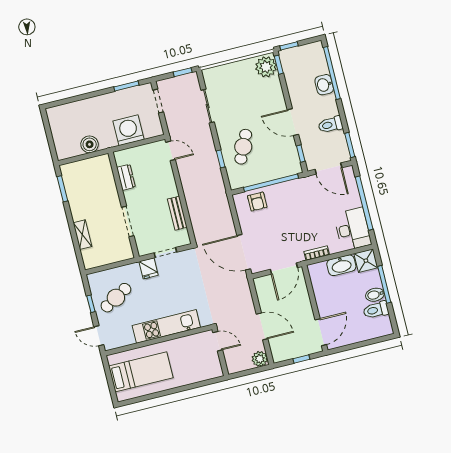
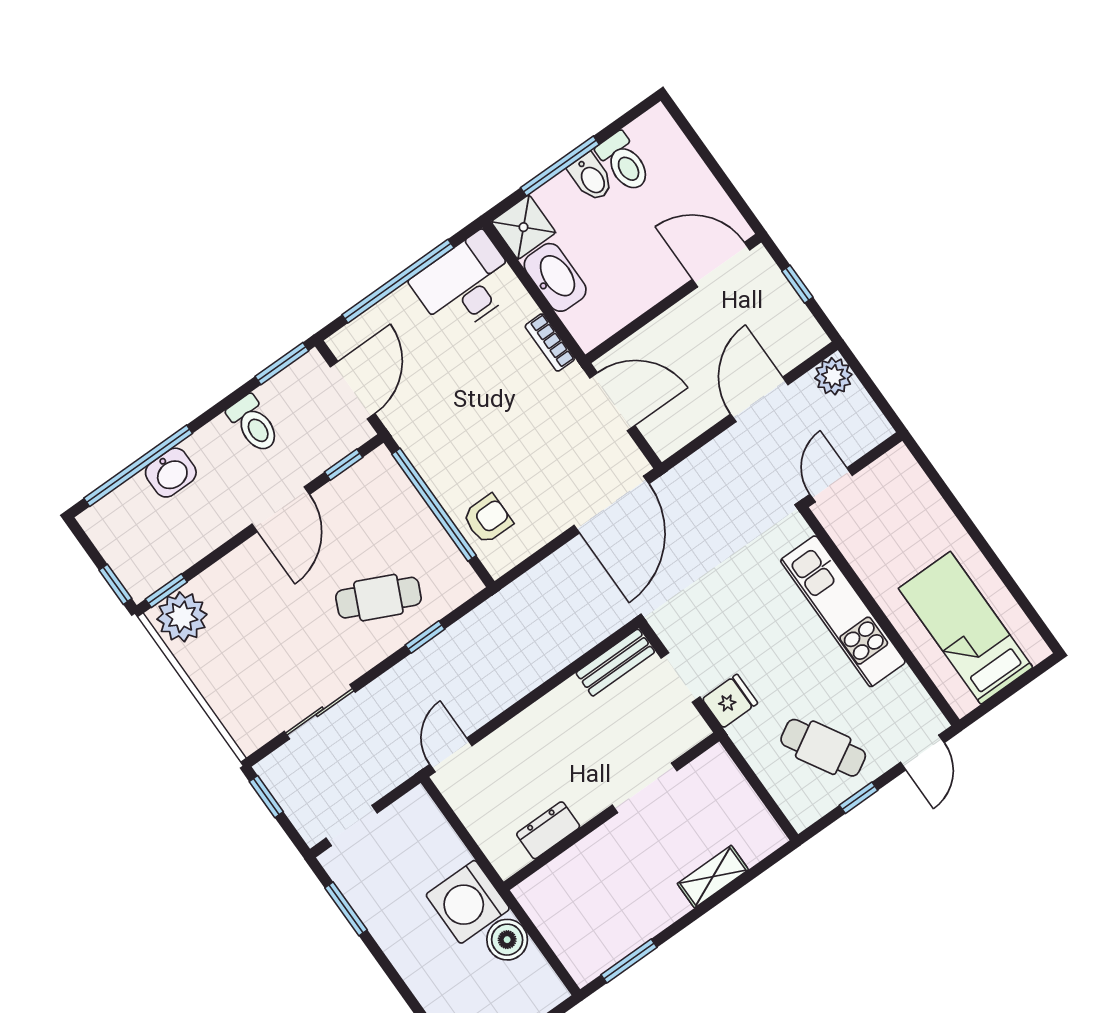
washing machine: (129, 130) -> (468, 902), moved
bench: (177, 213) -> (615, 663), moved

